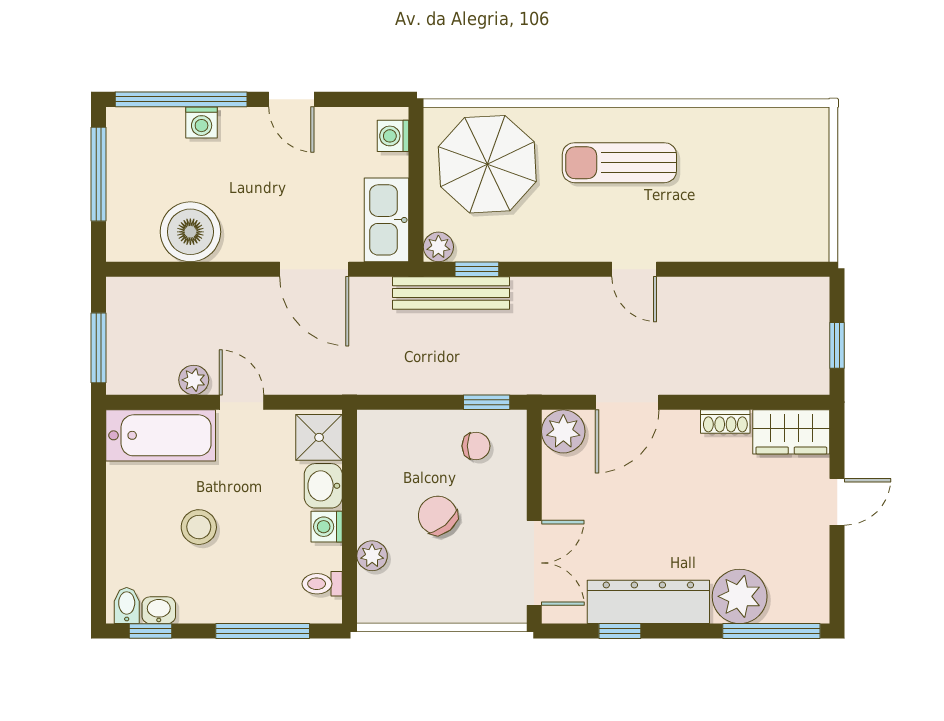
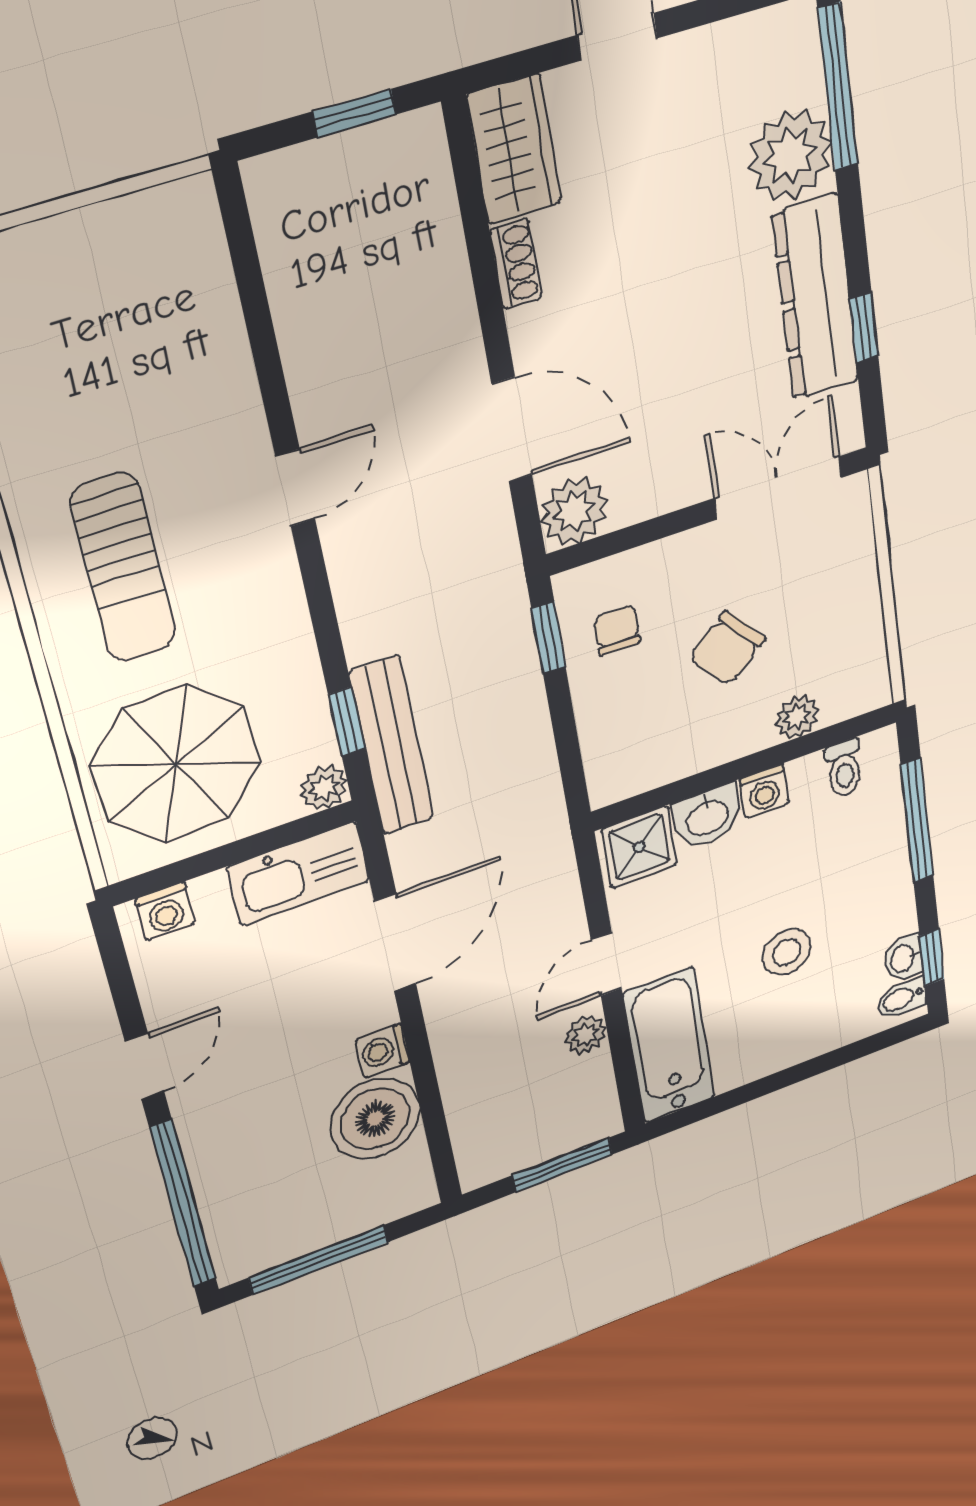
washing machine: (202, 122) -> (383, 1051), moved, turned 180

